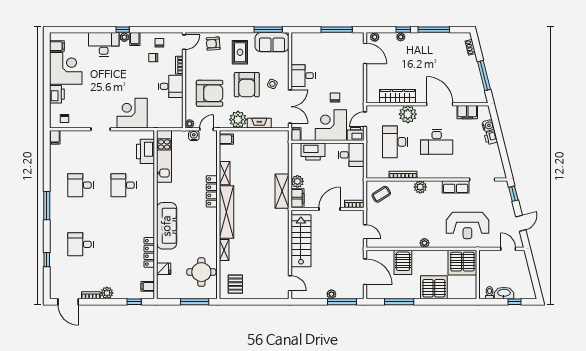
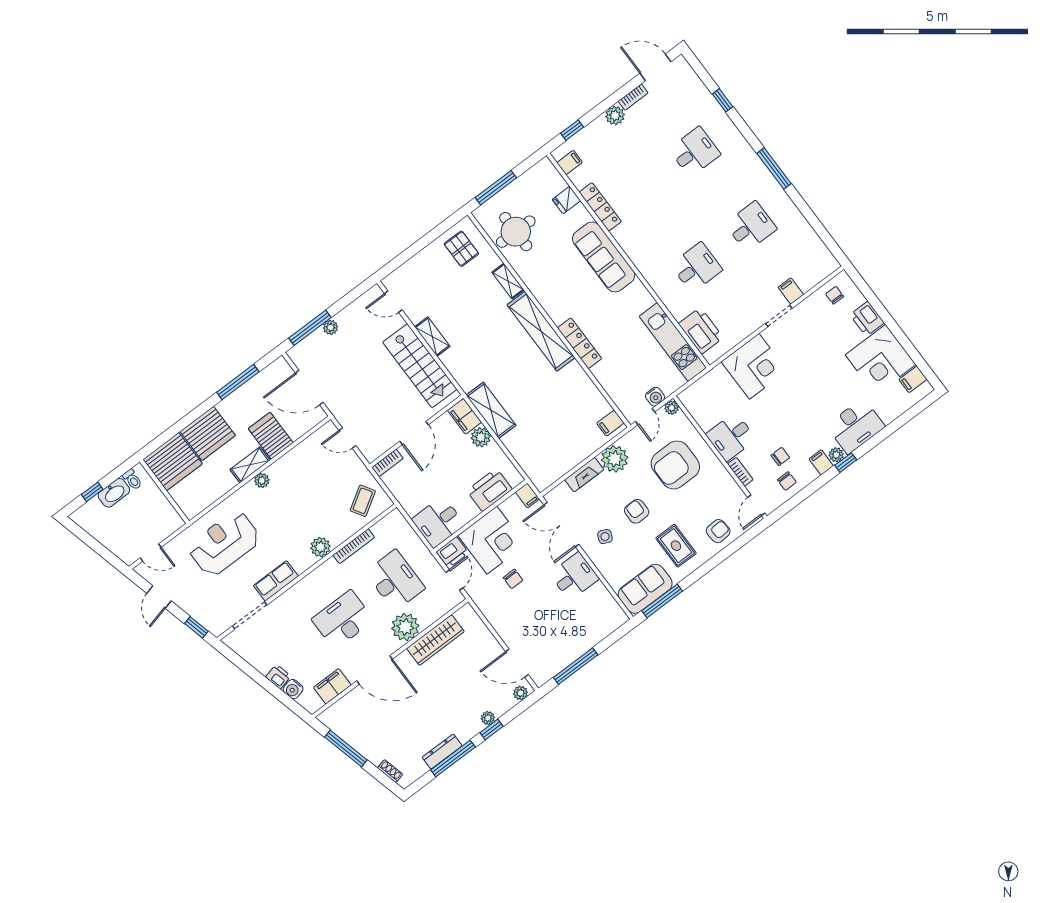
dresser: (437, 37) -> (442, 751), added
armchair: (247, 85) -> (637, 511), width x0.53, depth x0.53
filing cabinet: (55, 137) -> (791, 291), moved
shelving: (225, 173) -> (432, 337), moved
shelving: (425, 255) -> (250, 465), added
server rack: (462, 263) -> (173, 462), moved, turned 180

